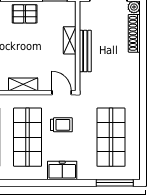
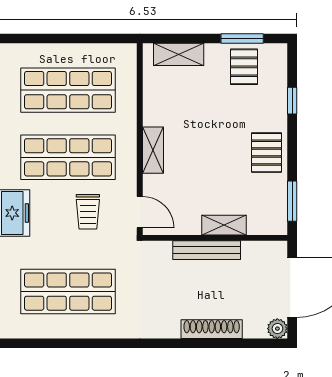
shoe rack: (134, 33) -> (212, 329), moved
door: (62, 93) -> (140, 212), hinge flipped

